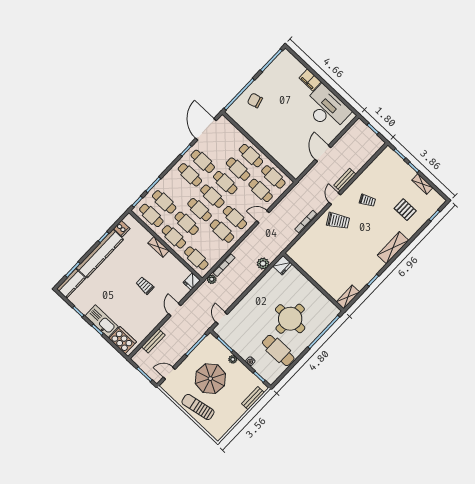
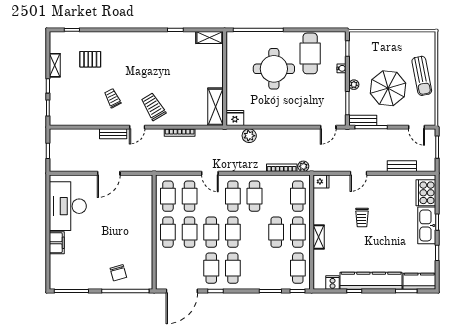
cafe table: (164, 202) -> (276, 268), removed
cafe table: (200, 210) -> (255, 232), removed
pallet: (405, 210) -> (90, 59), turned 90
shelving: (393, 248) -> (215, 107), moved, turned 90
bench: (253, 398) -> (363, 120), moved

